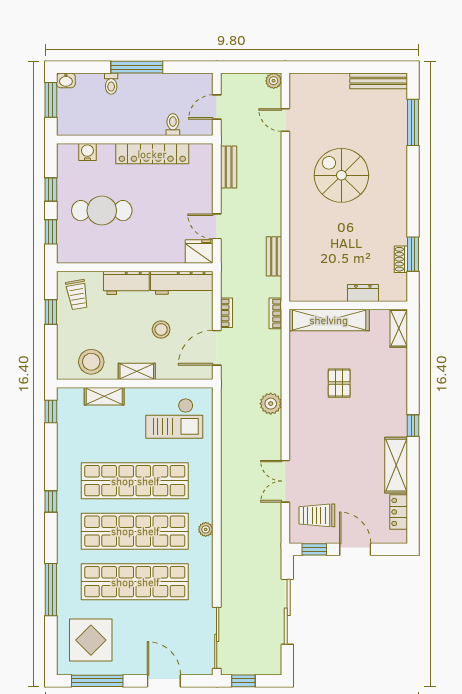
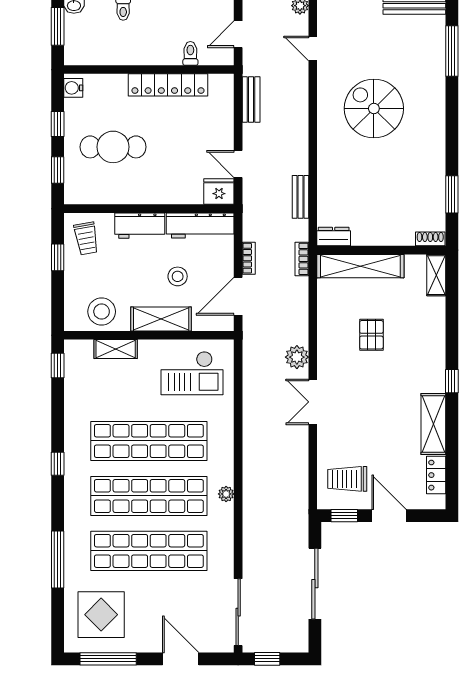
water cooler: (87, 152) -> (73, 88), moved, turned -90
shoe rack: (401, 259) -> (430, 239), moved, turned 90
dresser: (363, 293) -> (334, 237), moved
shelving: (137, 371) -> (161, 319), width x1.50, depth x1.33
double door: (285, 481) -> (313, 402), moved

